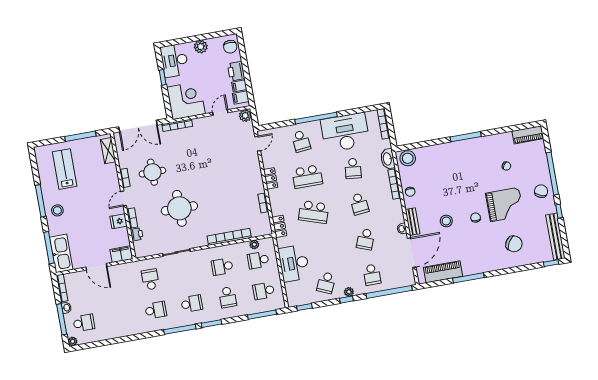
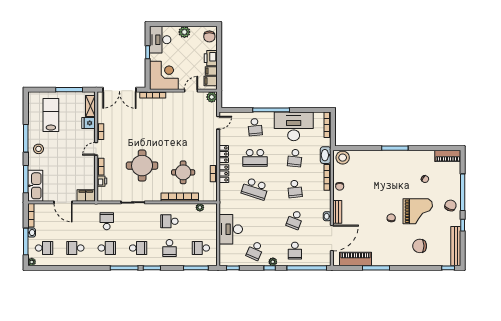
round table: (152, 172) -> (183, 172), moved
fridge: (119, 221) -> (89, 123), moved
stool: (446, 221) -> (366, 216), removed
locker: (279, 226) -> (224, 174), moved
chair: (514, 244) -> (420, 246), turned 148
school desk: (258, 260) -> (75, 248), moved

